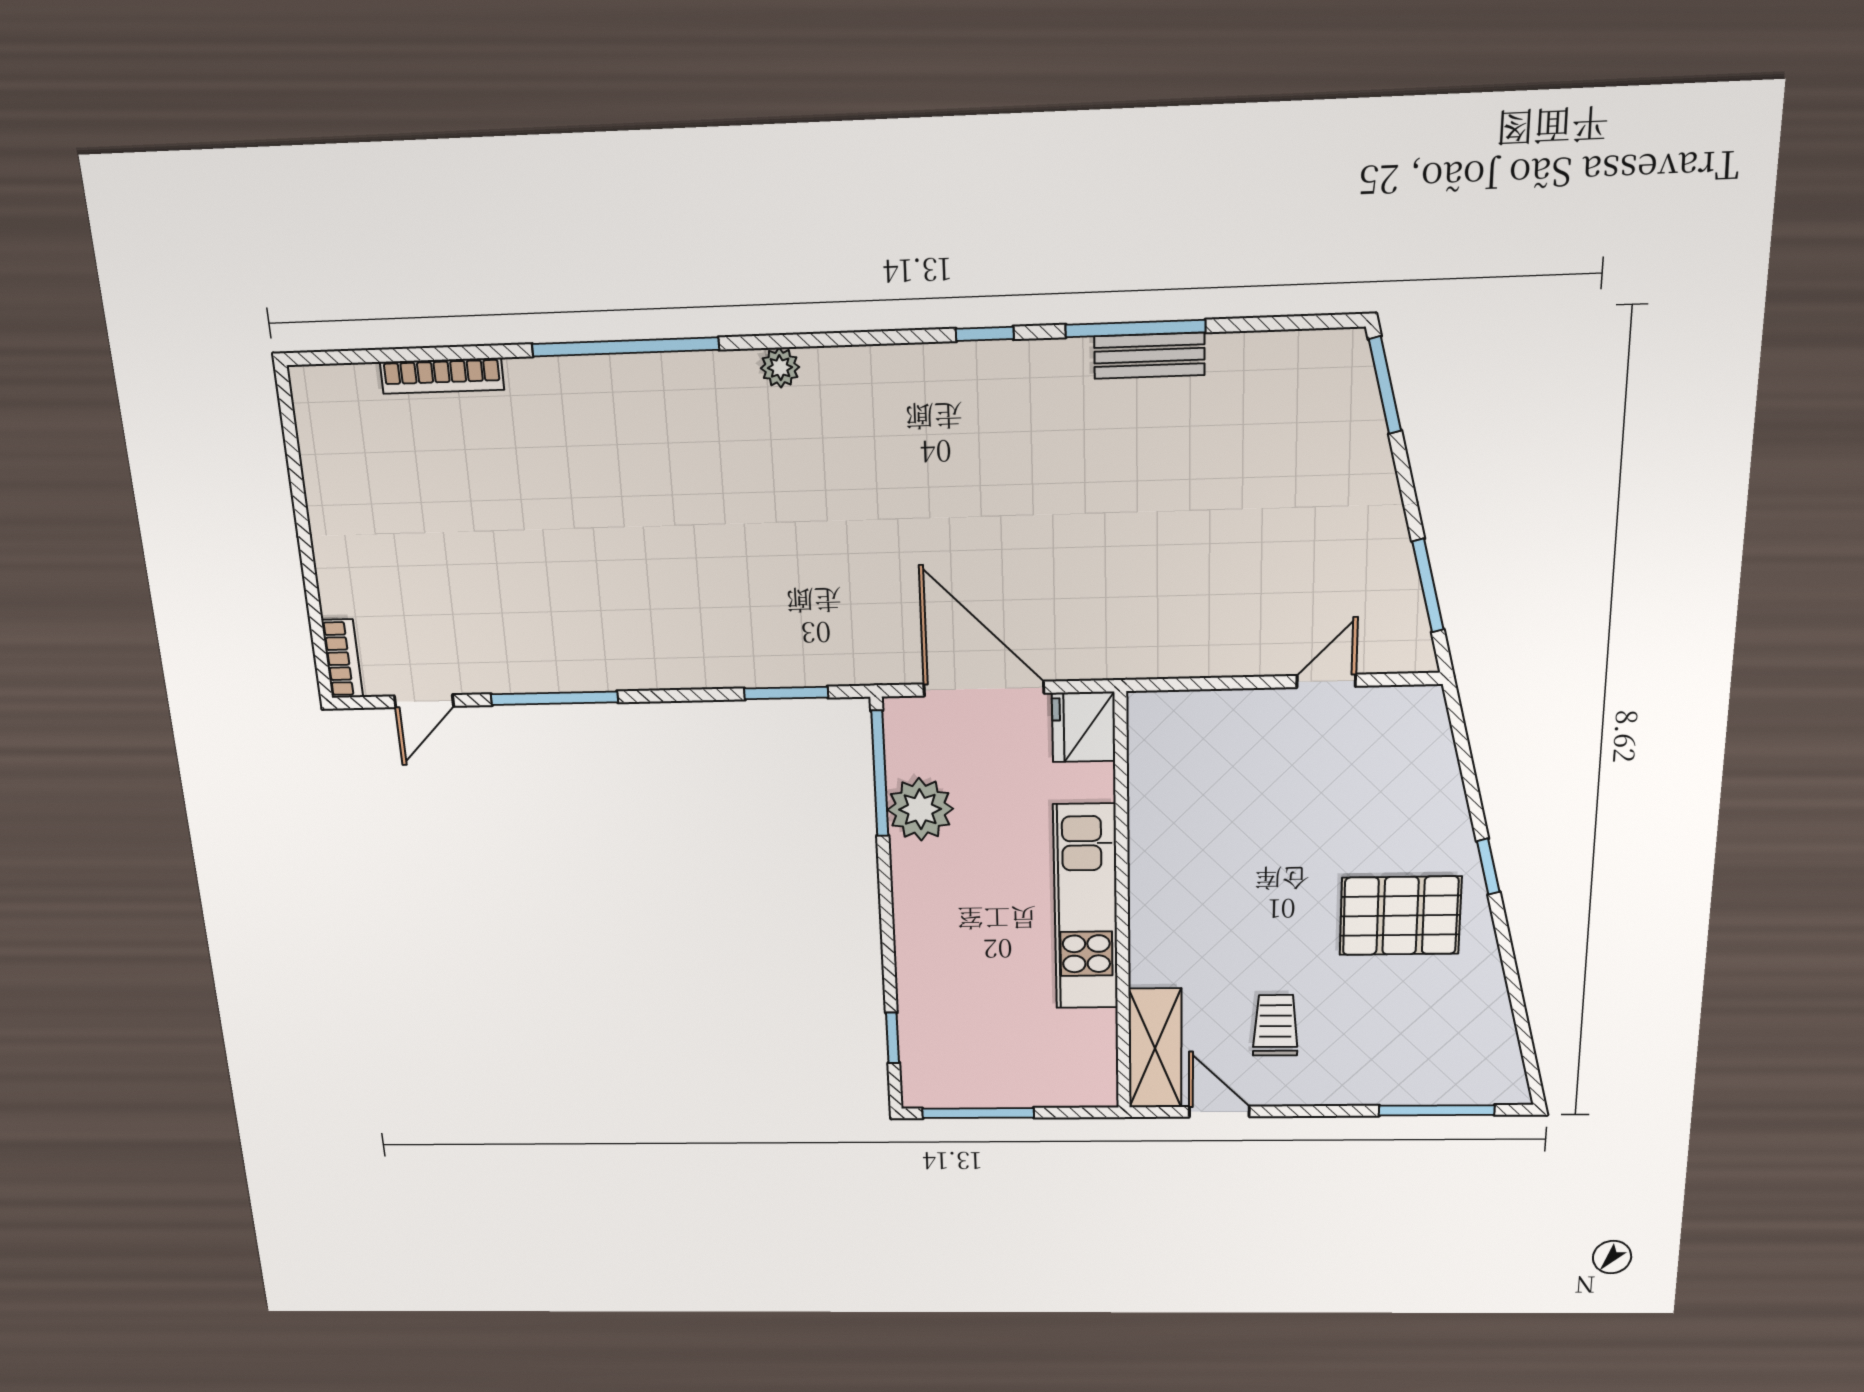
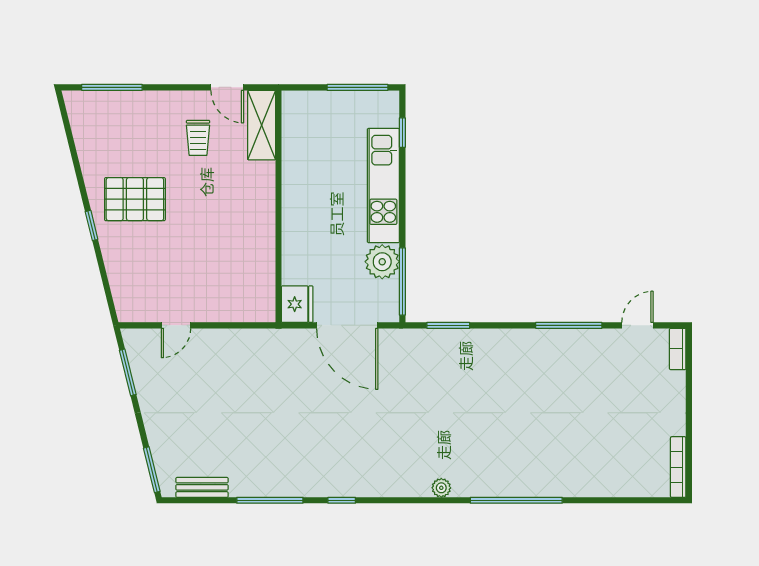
bench: (1149, 356) -> (202, 487), moved
bookcase: (442, 376) -> (678, 467), moved, turned -90
kitchen unit: (1086, 907) -> (383, 186), moved, turned 180

